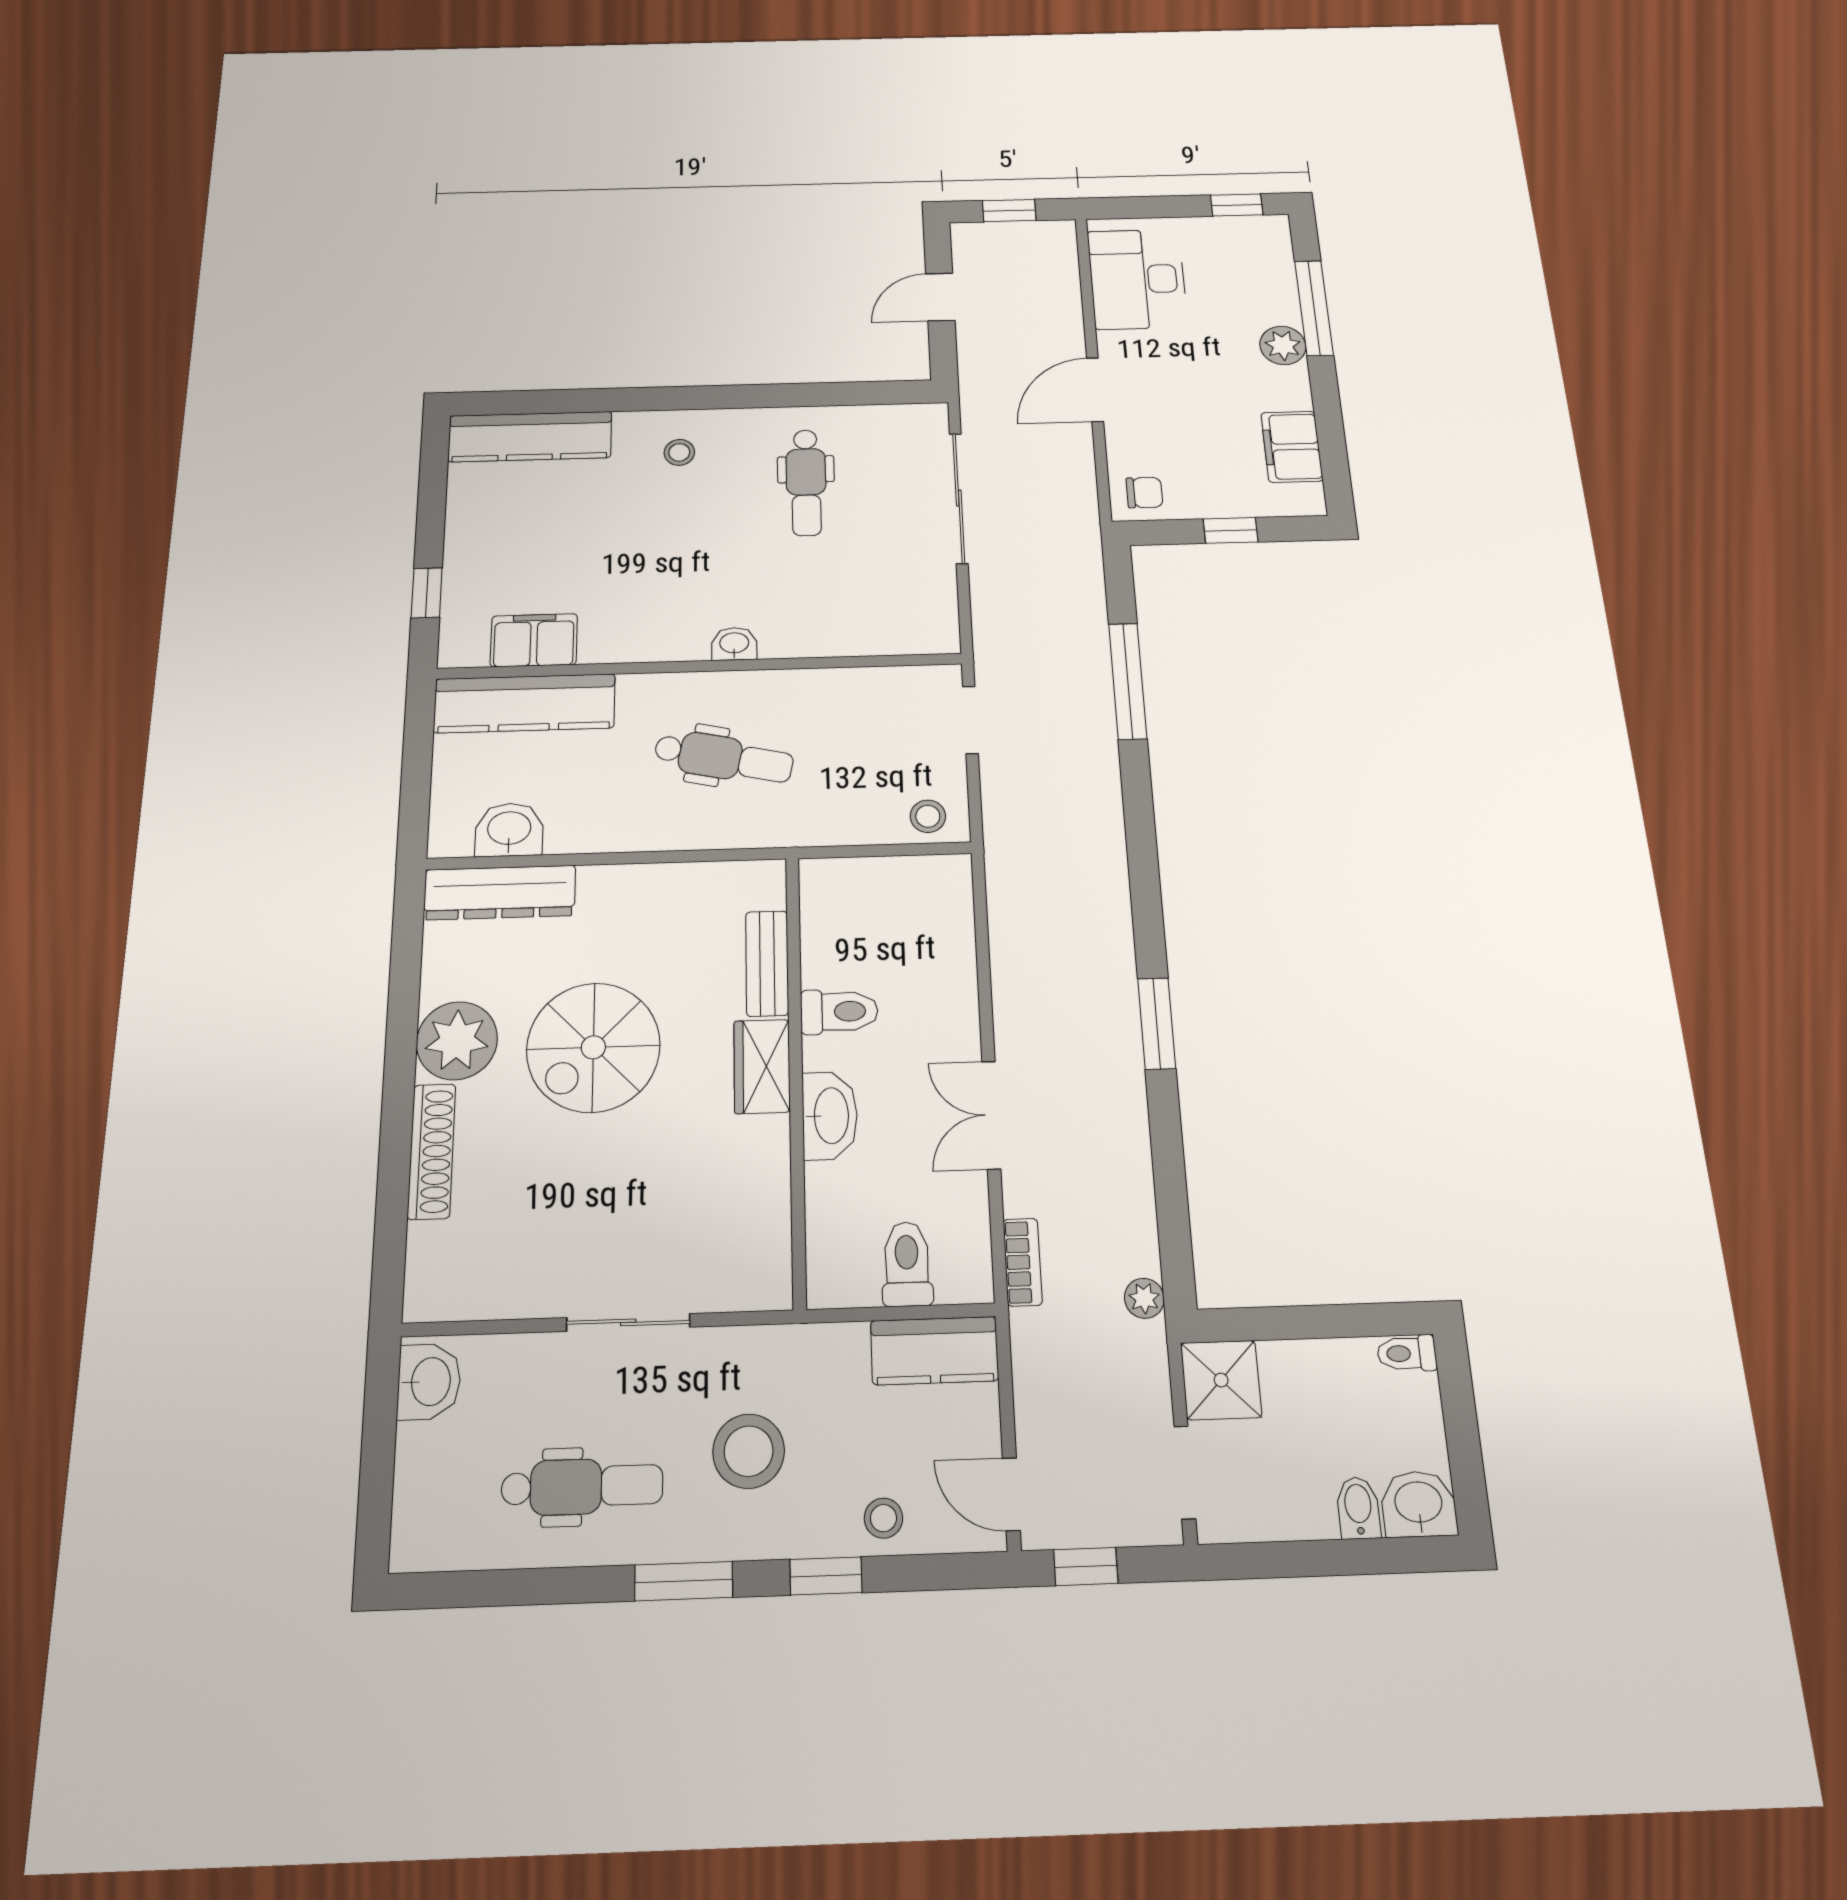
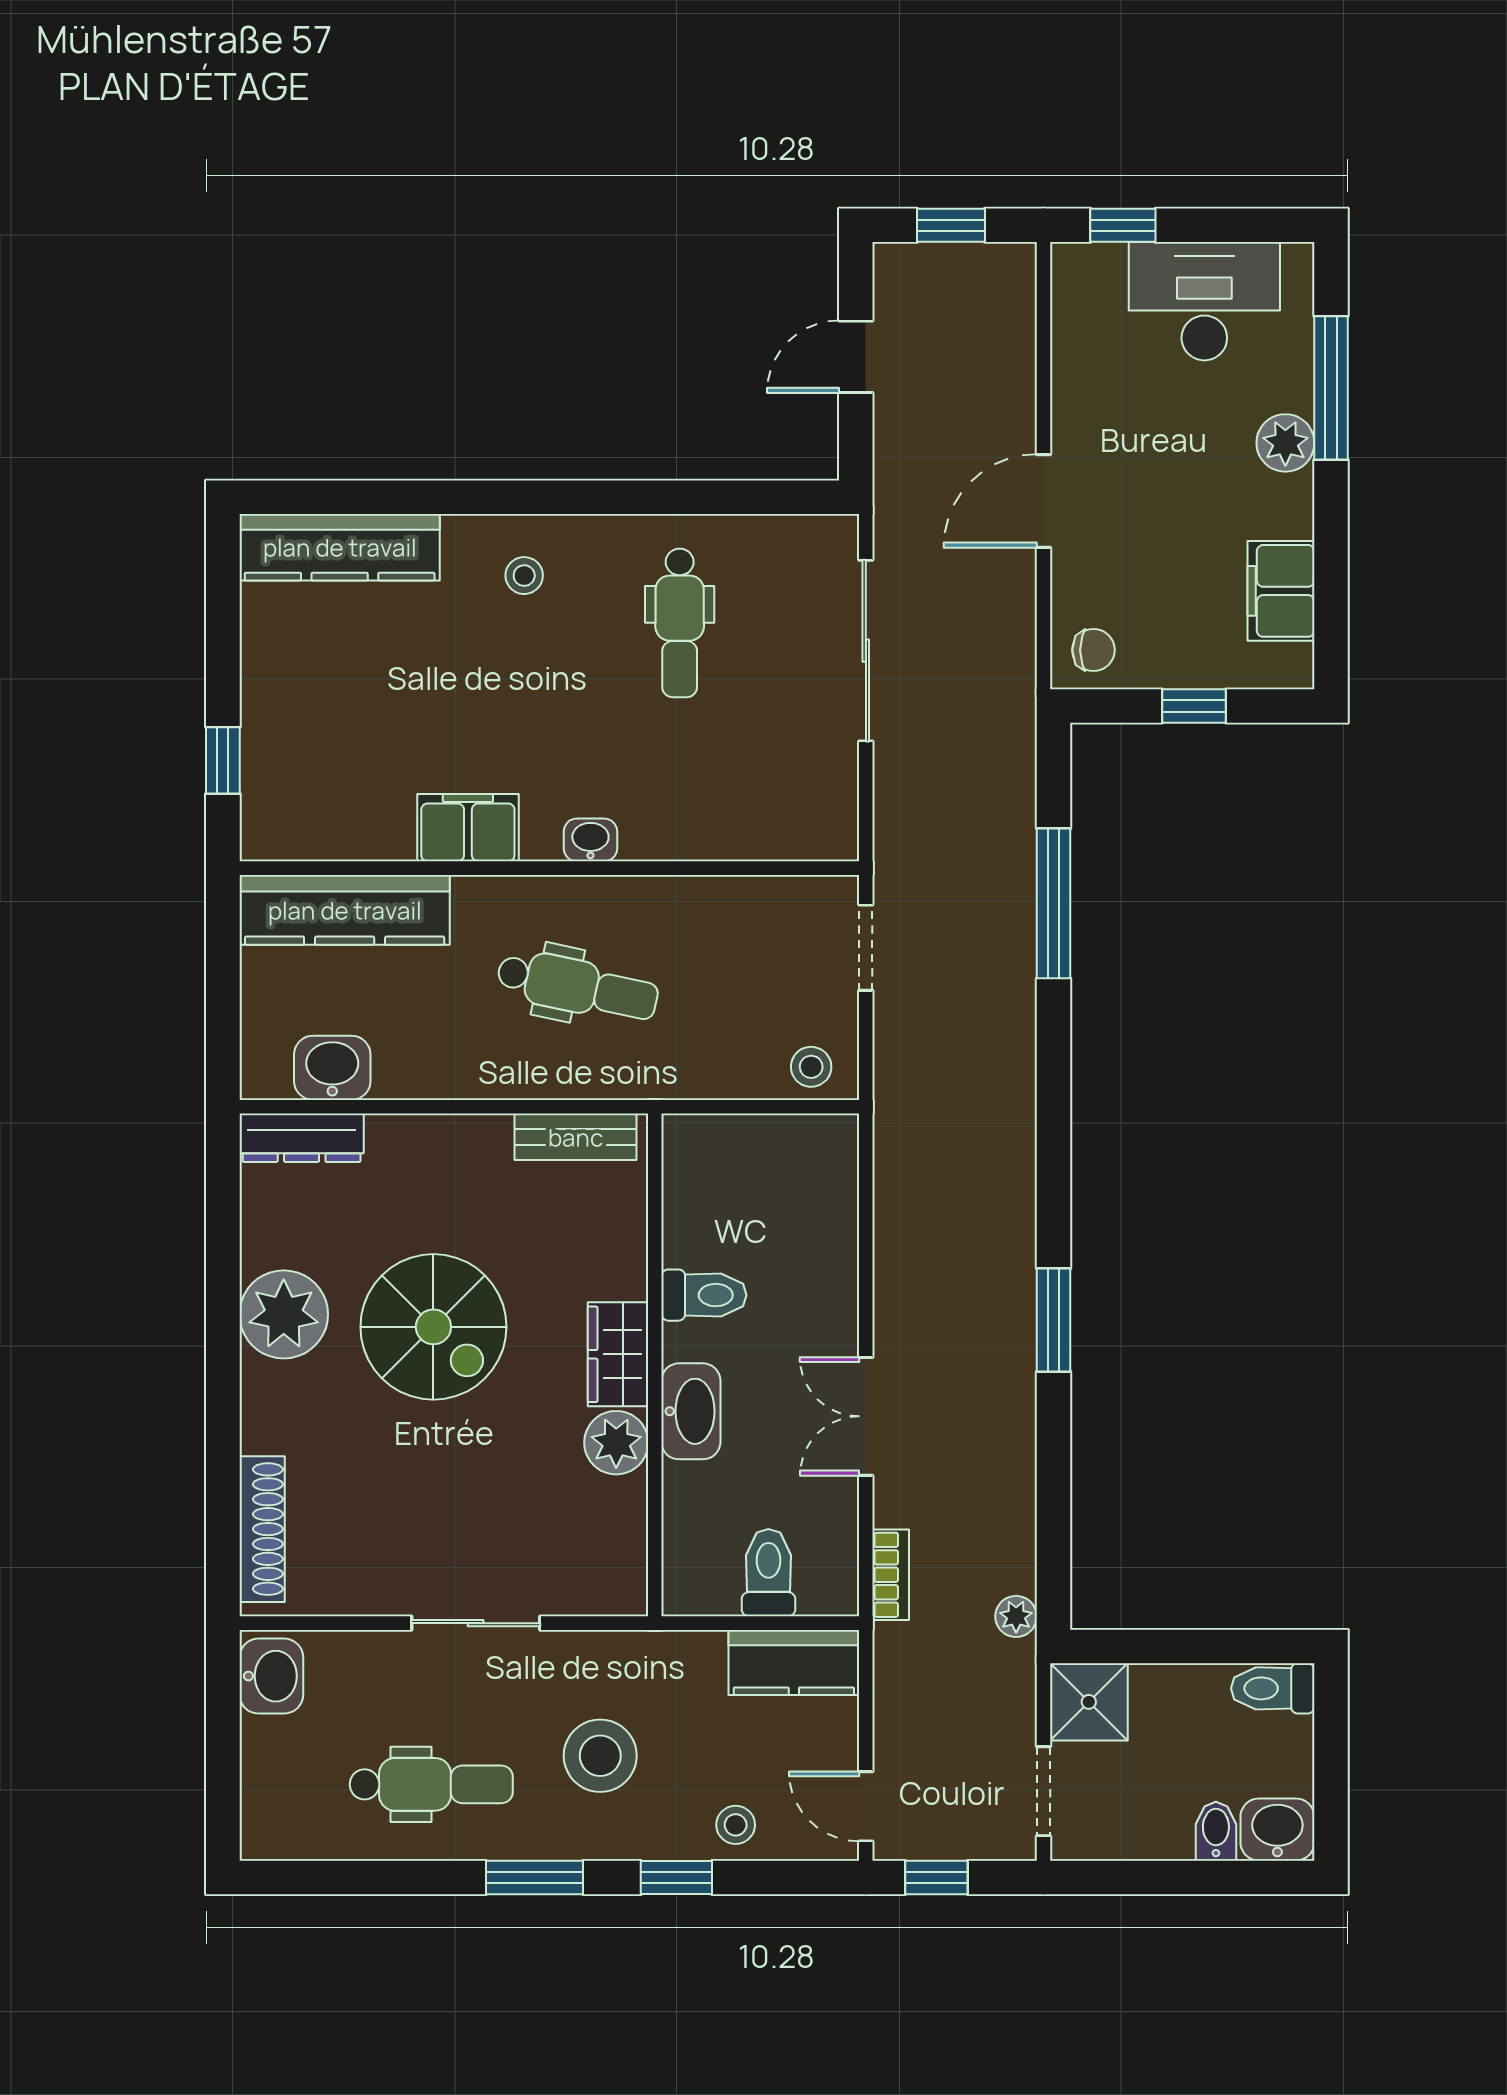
window: (1237, 205) -> (1123, 225), moved
desk: (1137, 279) -> (1204, 301), moved, turned 90
filing cabinet: (534, 640) -> (468, 828), moved
dresser: (500, 893) -> (302, 1138), width x0.73, depth x0.80
bench: (767, 963) -> (576, 1137), moved, turned 90
spiral stairs: (593, 1047) -> (433, 1327), turned -90
plant: (761, 1147) -> (616, 1443), added
shoe rack: (432, 1151) -> (262, 1529), moved
toilet: (1407, 1353) -> (1273, 1688), width x1.37, depth x1.39

